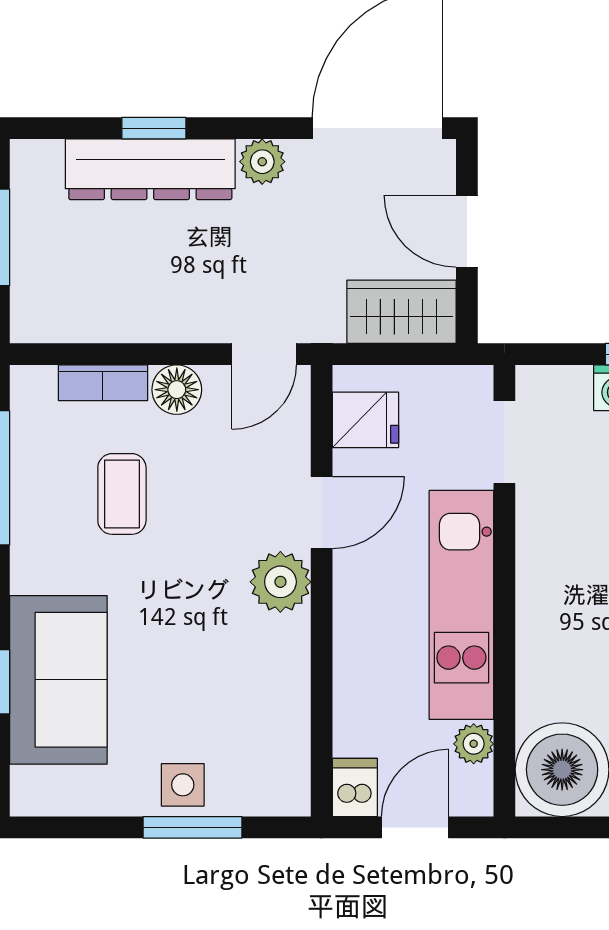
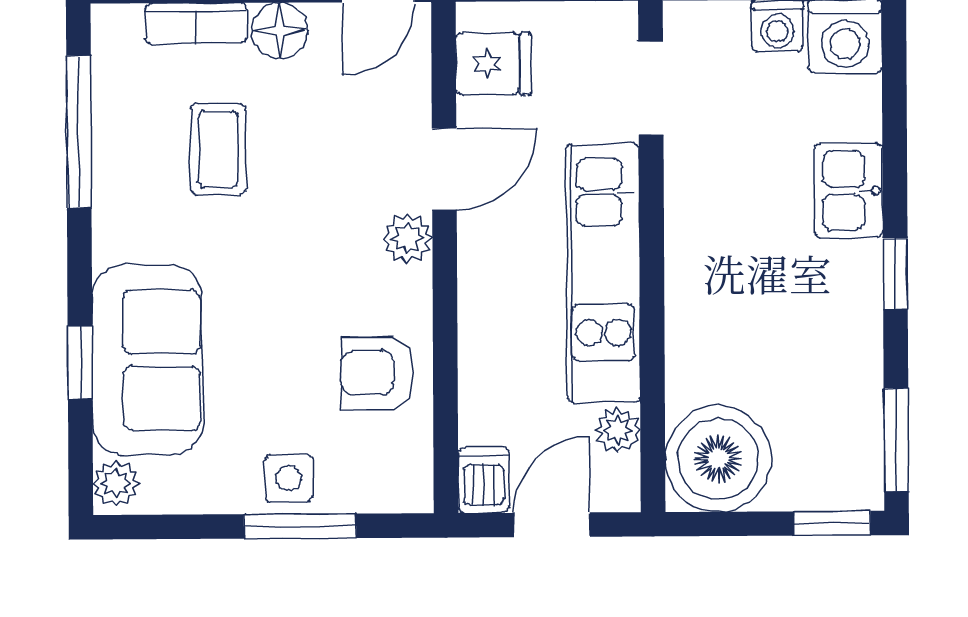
plant: (280, 582) -> (407, 238), width x0.73, depth x0.73
armchair: (262, 692) -> (378, 373), added
plant: (30, 789) -> (116, 484), added

